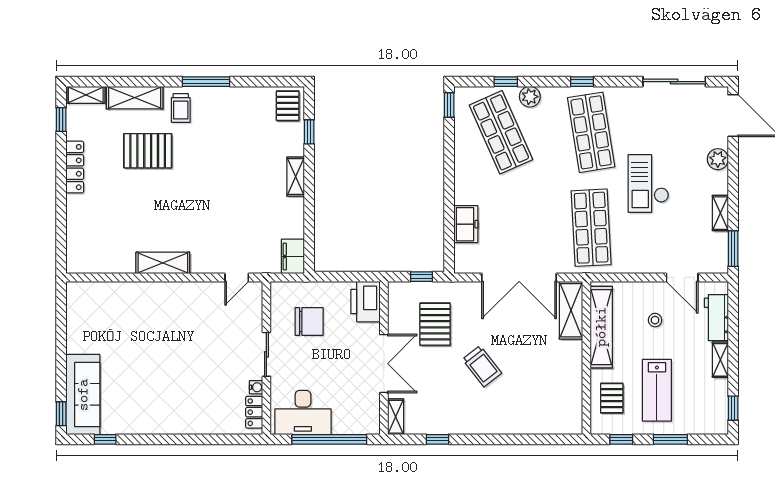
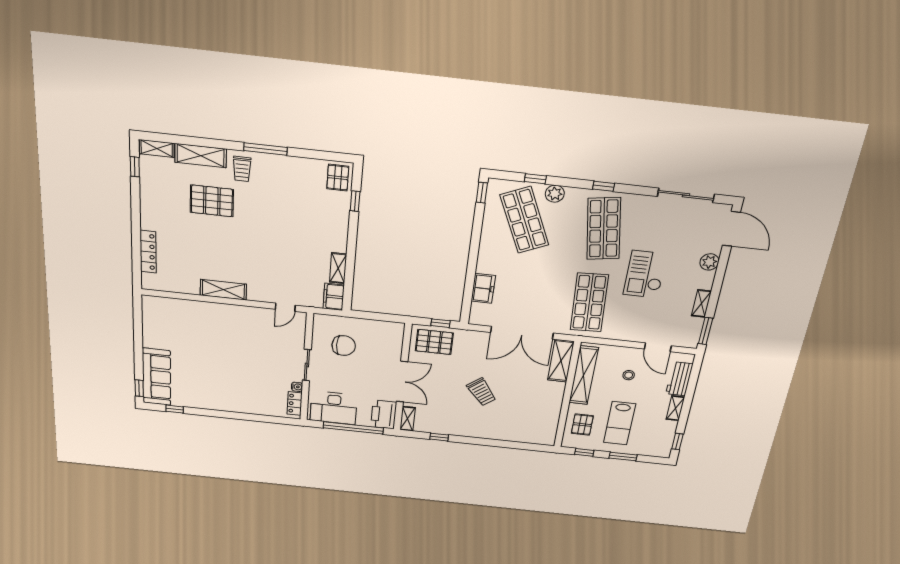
locker: (75, 167) -> (148, 252), moved
shelving: (296, 177) -> (338, 268), moved
printer: (365, 302) -> (384, 414), moved
pallet: (435, 324) -> (434, 342), moved, turned 90

